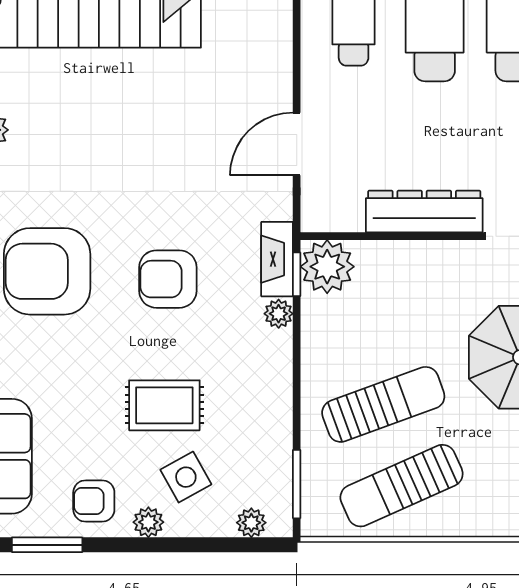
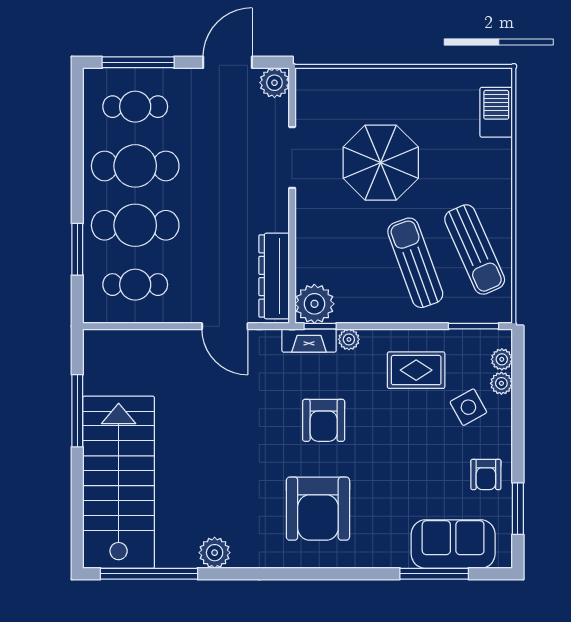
dresser: (424, 211) -> (274, 276), moved
rug: (164, 405) -> (416, 370), moved, turned 90
plant: (148, 522) -> (501, 383), moved

